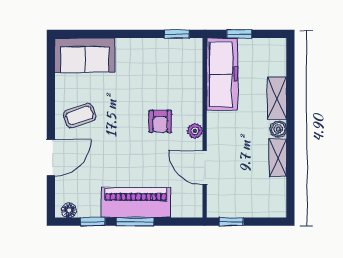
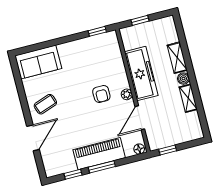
freezer: (222, 74) -> (141, 74), moved
door: (205, 168) -> (140, 118), hinge flipped
floor lamp: (69, 210) -> (139, 149), moved

